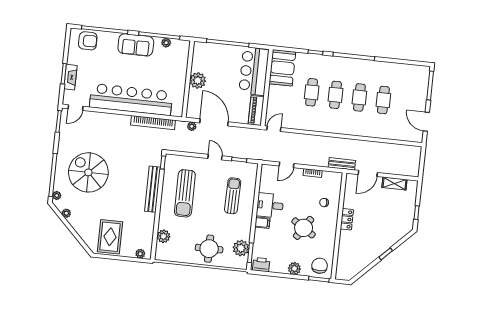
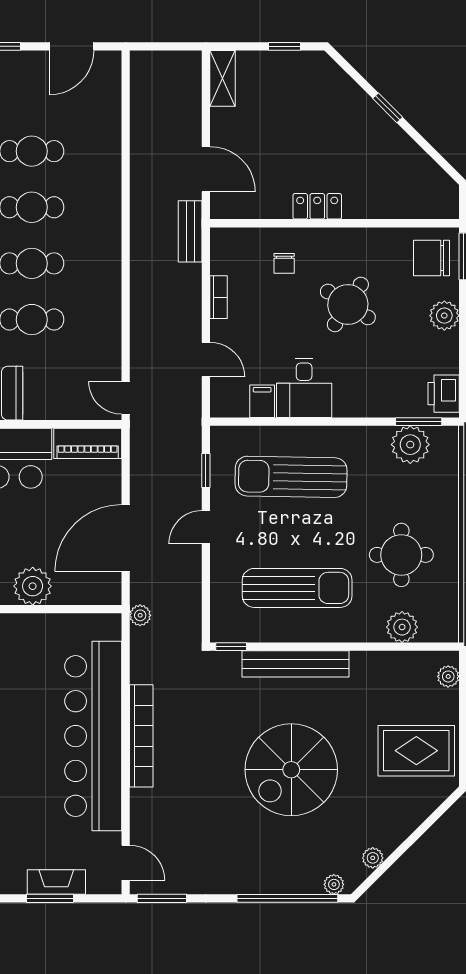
bookcase: (153, 123) -> (141, 736), moved
plant: (192, 126) -> (140, 615), moved
spiral stairs: (88, 172) -> (291, 770), moved
shelving: (394, 183) -> (223, 78), moved
sun lounger: (233, 196) -> (291, 477), width x1.36, depth x1.34
filing cabinet: (262, 223) -> (262, 401), moved
round table: (209, 249) -> (401, 555), moved

